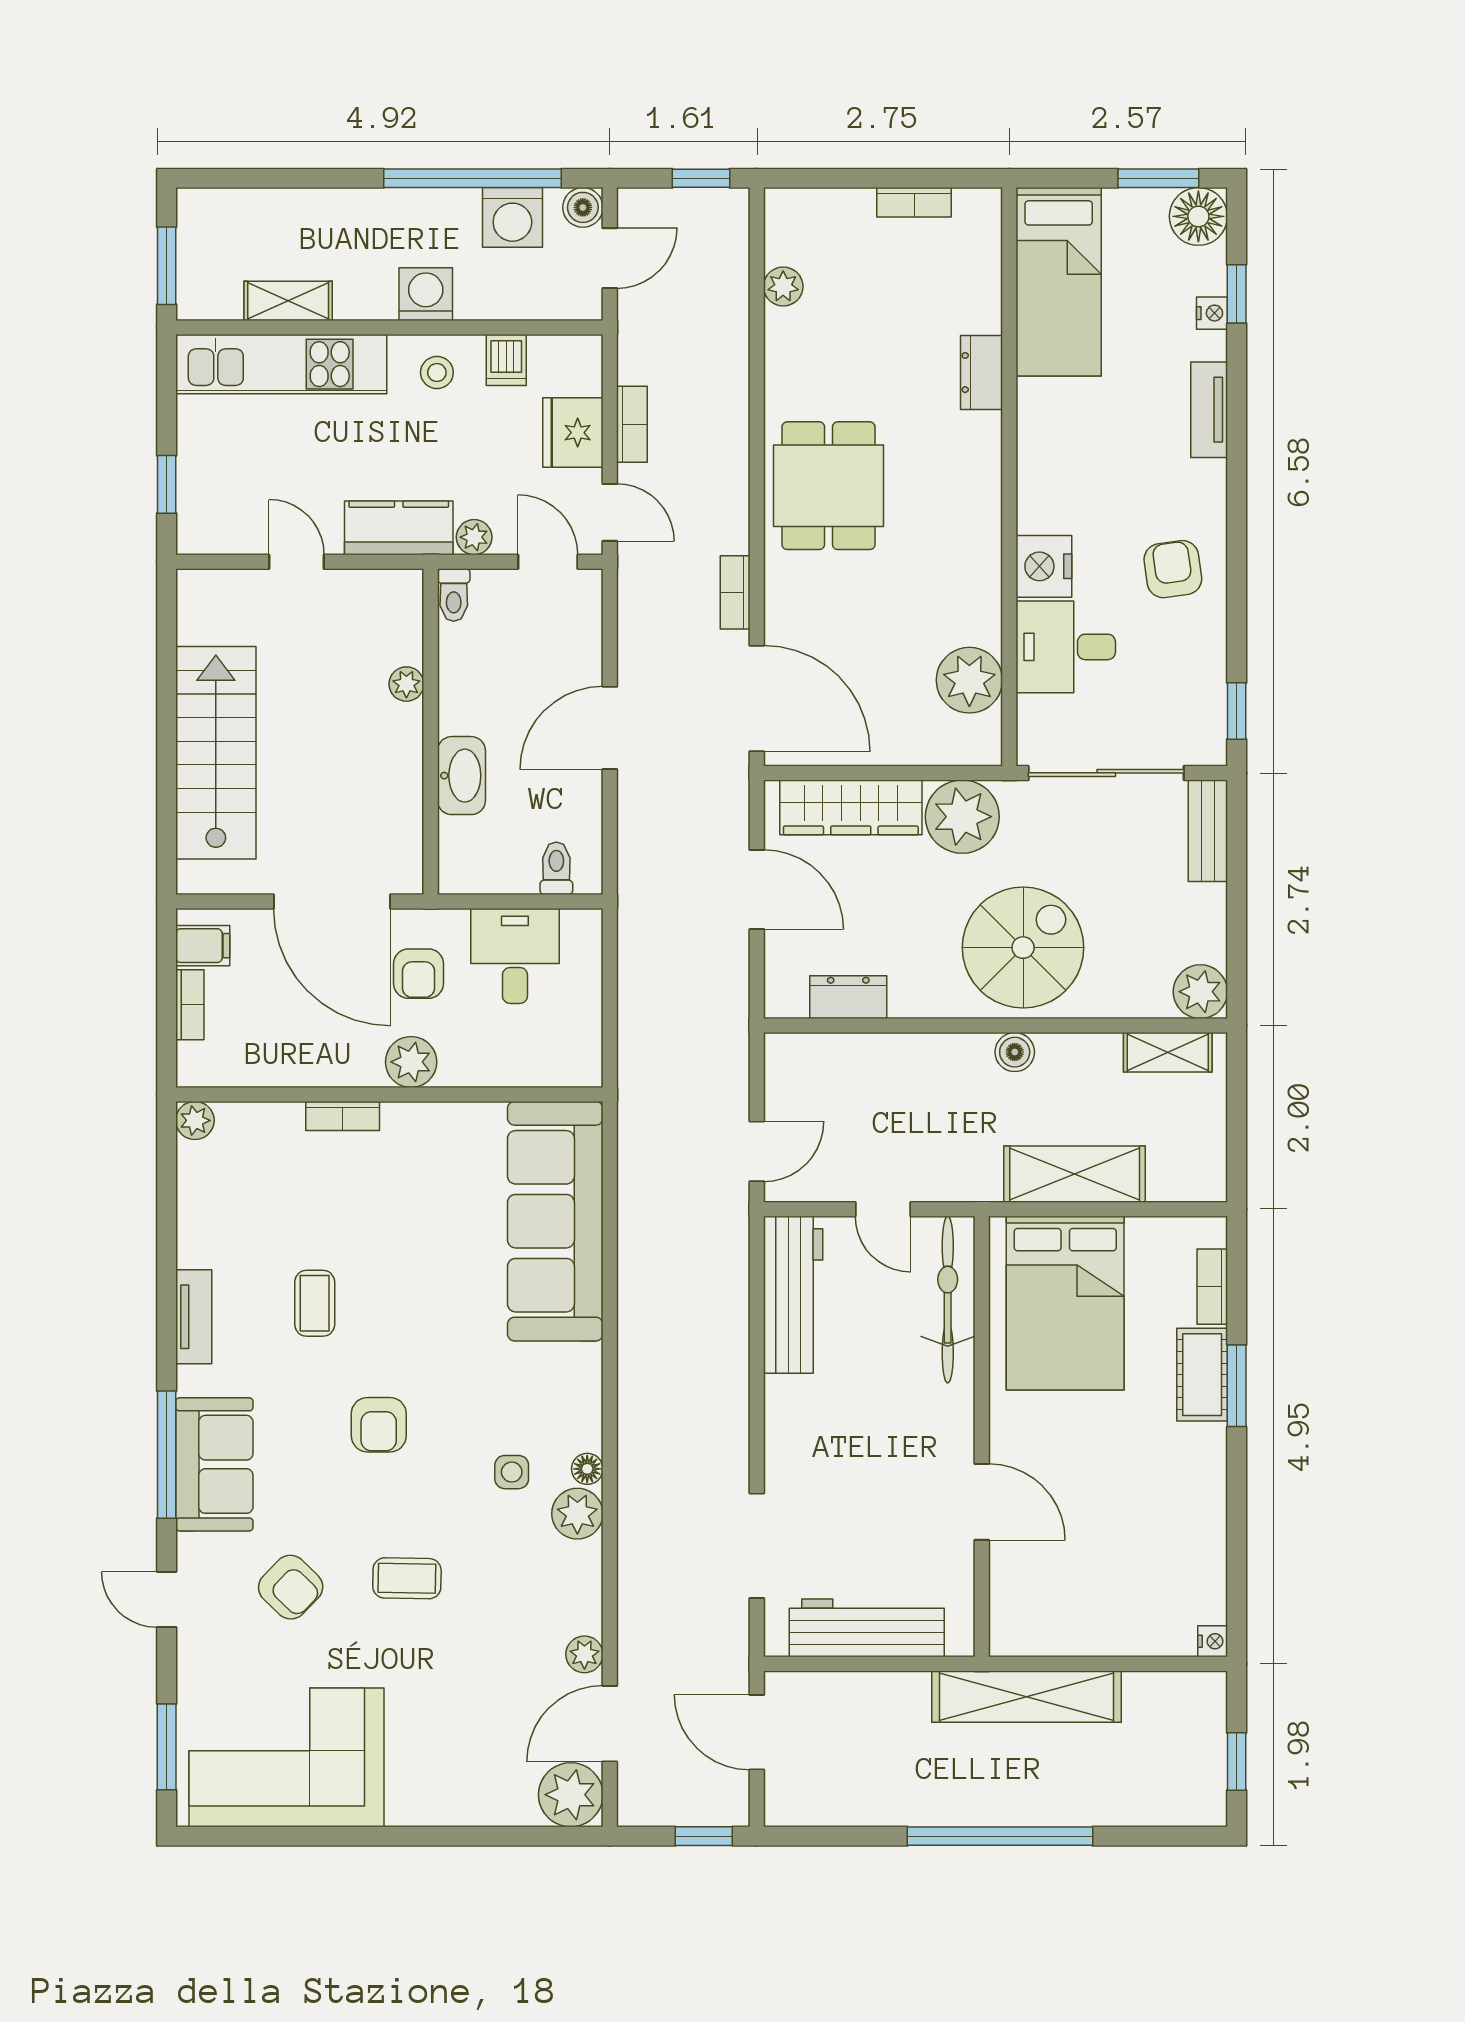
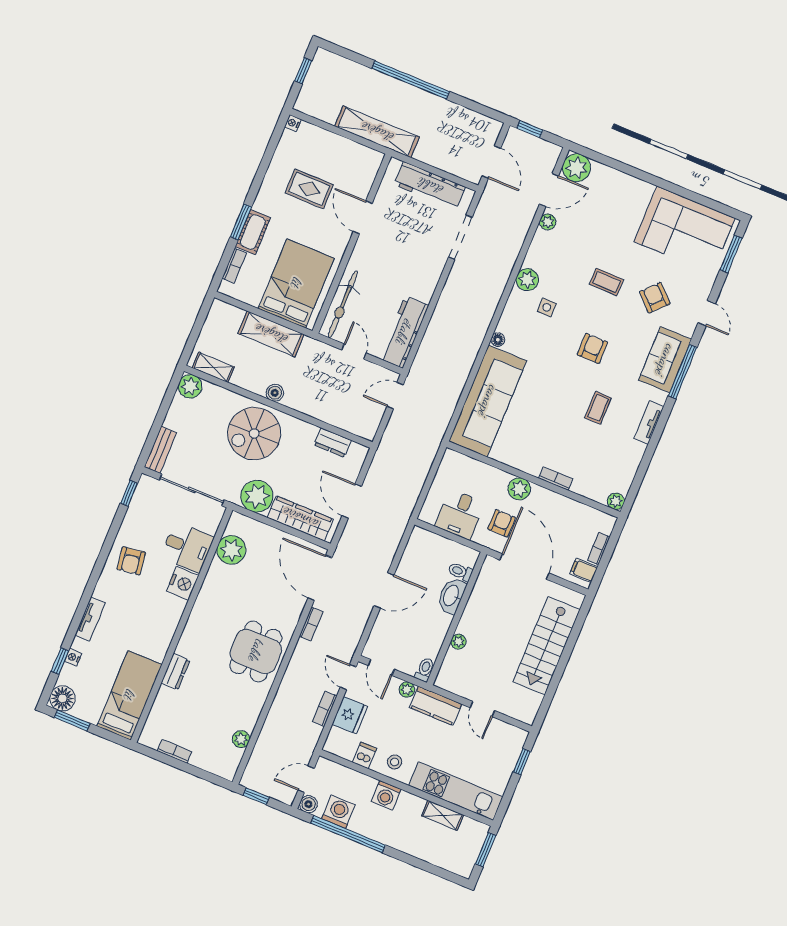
toilet: (556, 868) -> (460, 572), moved, turned 90
floor lamp: (587, 1469) -> (498, 340), moved
rug: (1120, 1516) -> (309, 189), added

